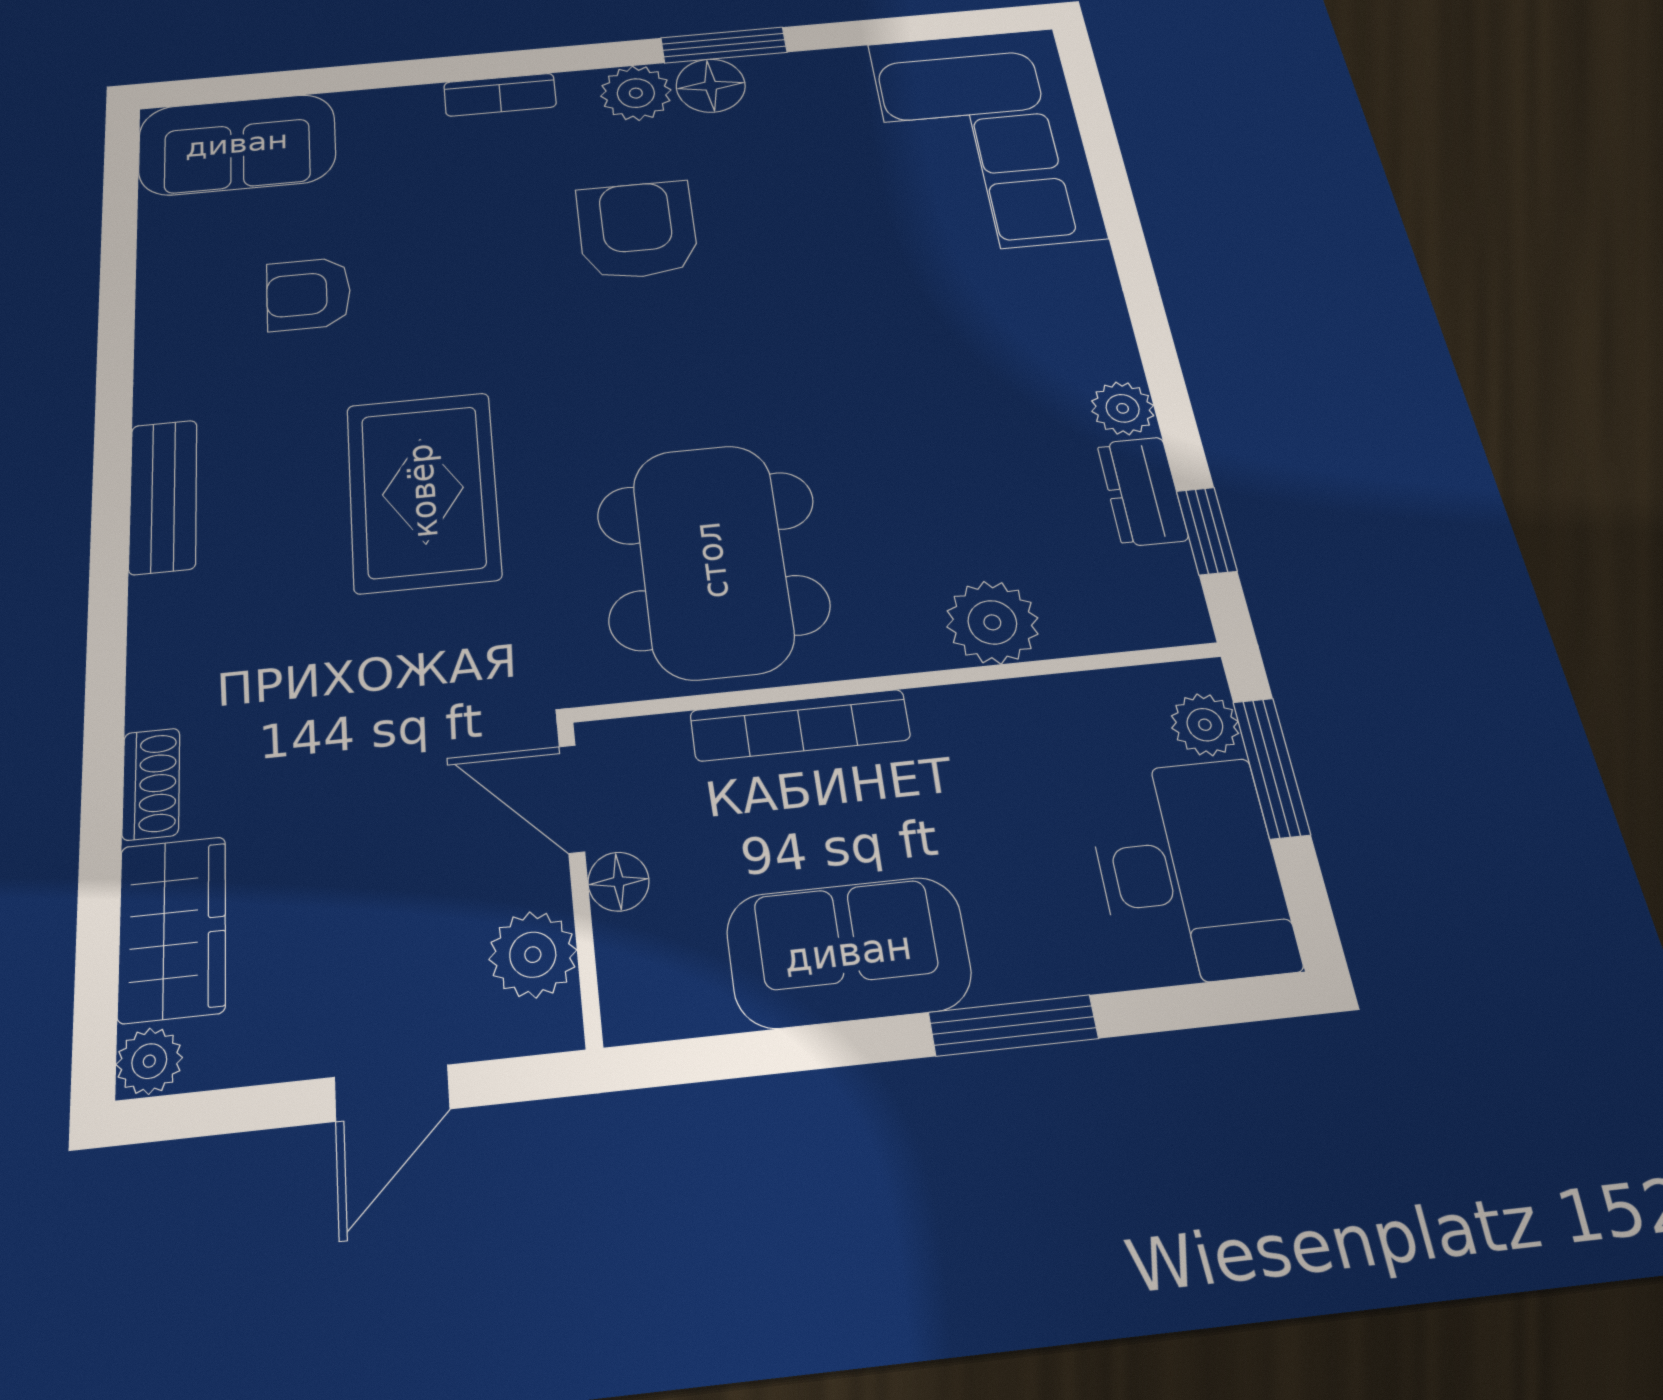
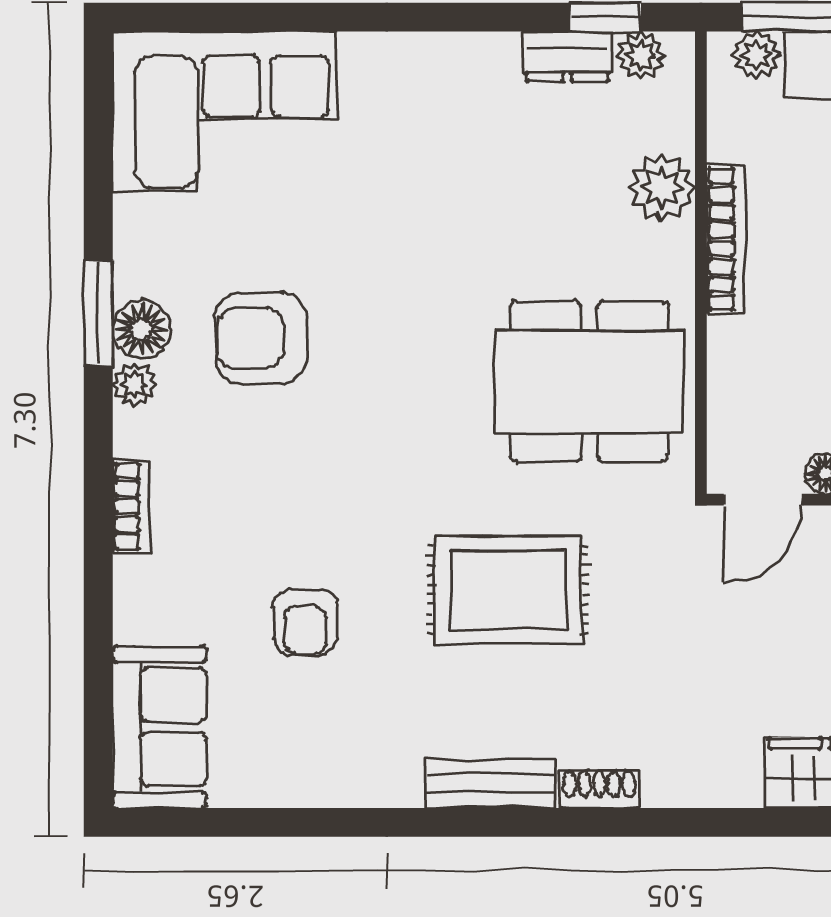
plant: (636, 93) -> (134, 385), width x0.73, depth x0.73
armchair: (637, 230) -> (261, 338), moved
armchair: (309, 294) -> (305, 622), moved
plant: (1123, 408) -> (641, 55), moved
bookcase: (800, 725) -> (726, 239), moved
shoe rack: (151, 784) -> (599, 789), moved

